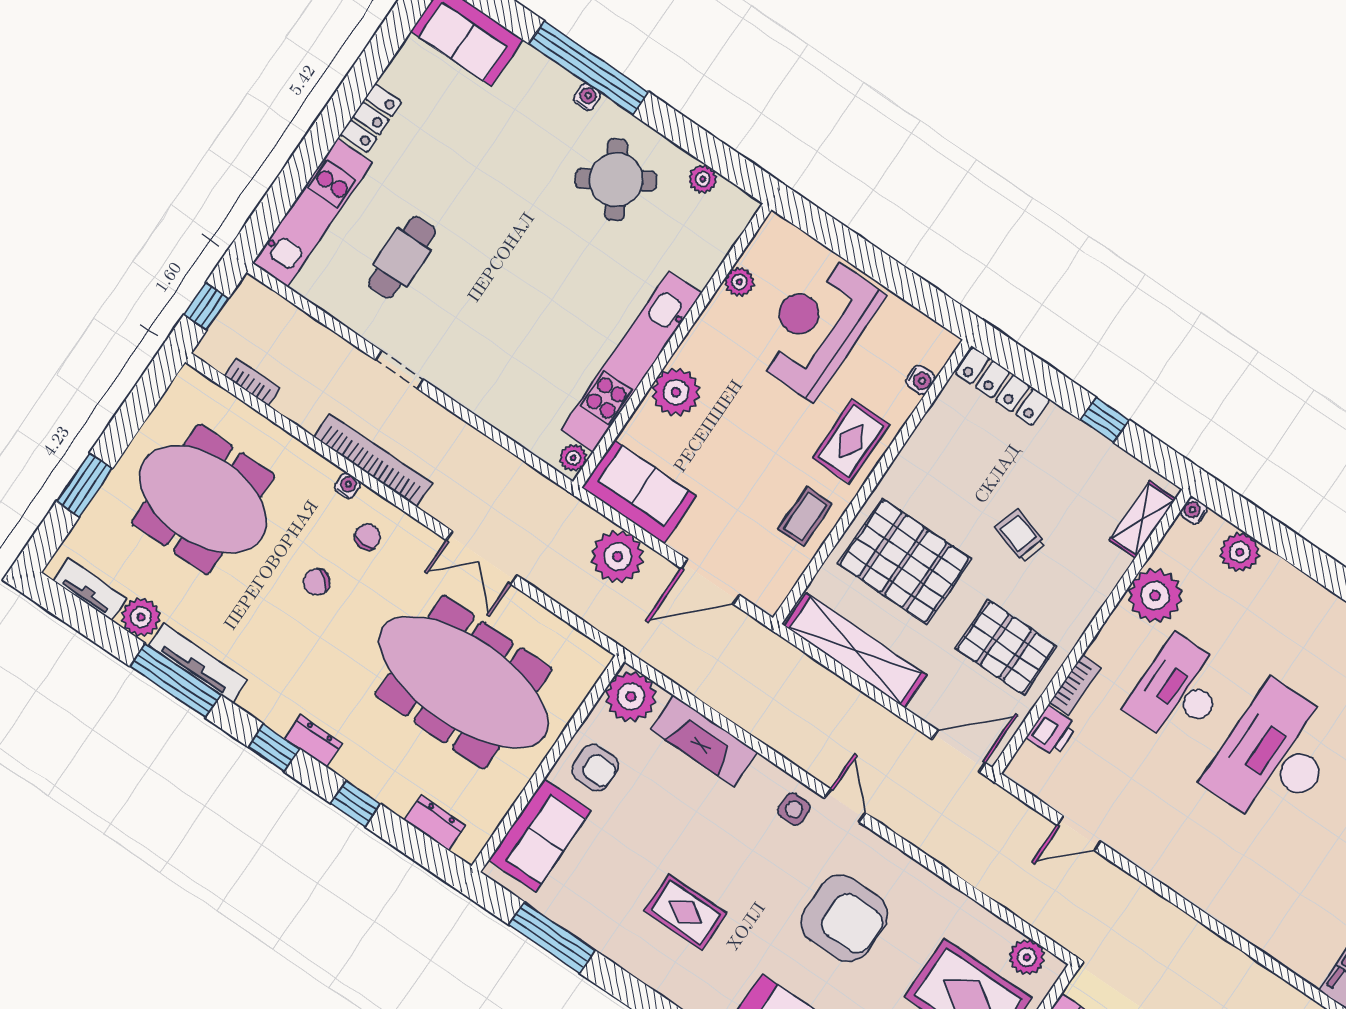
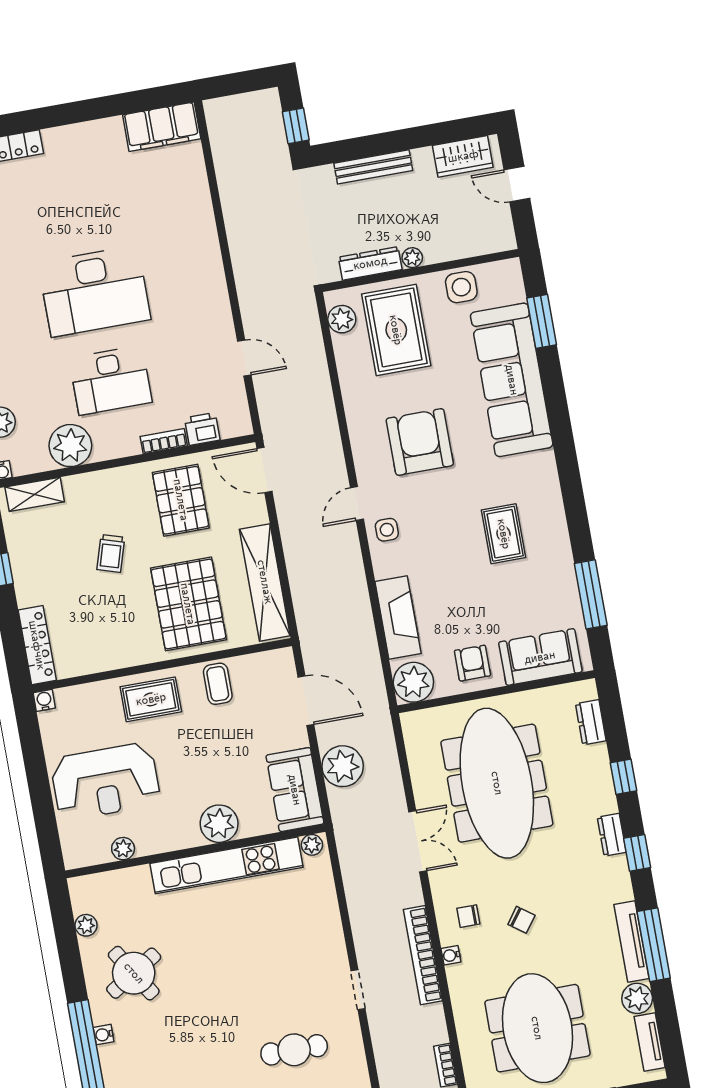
water cooler: (921, 380) -> (44, 700), moved
coffee table: (805, 516) -> (218, 684), turned 90

